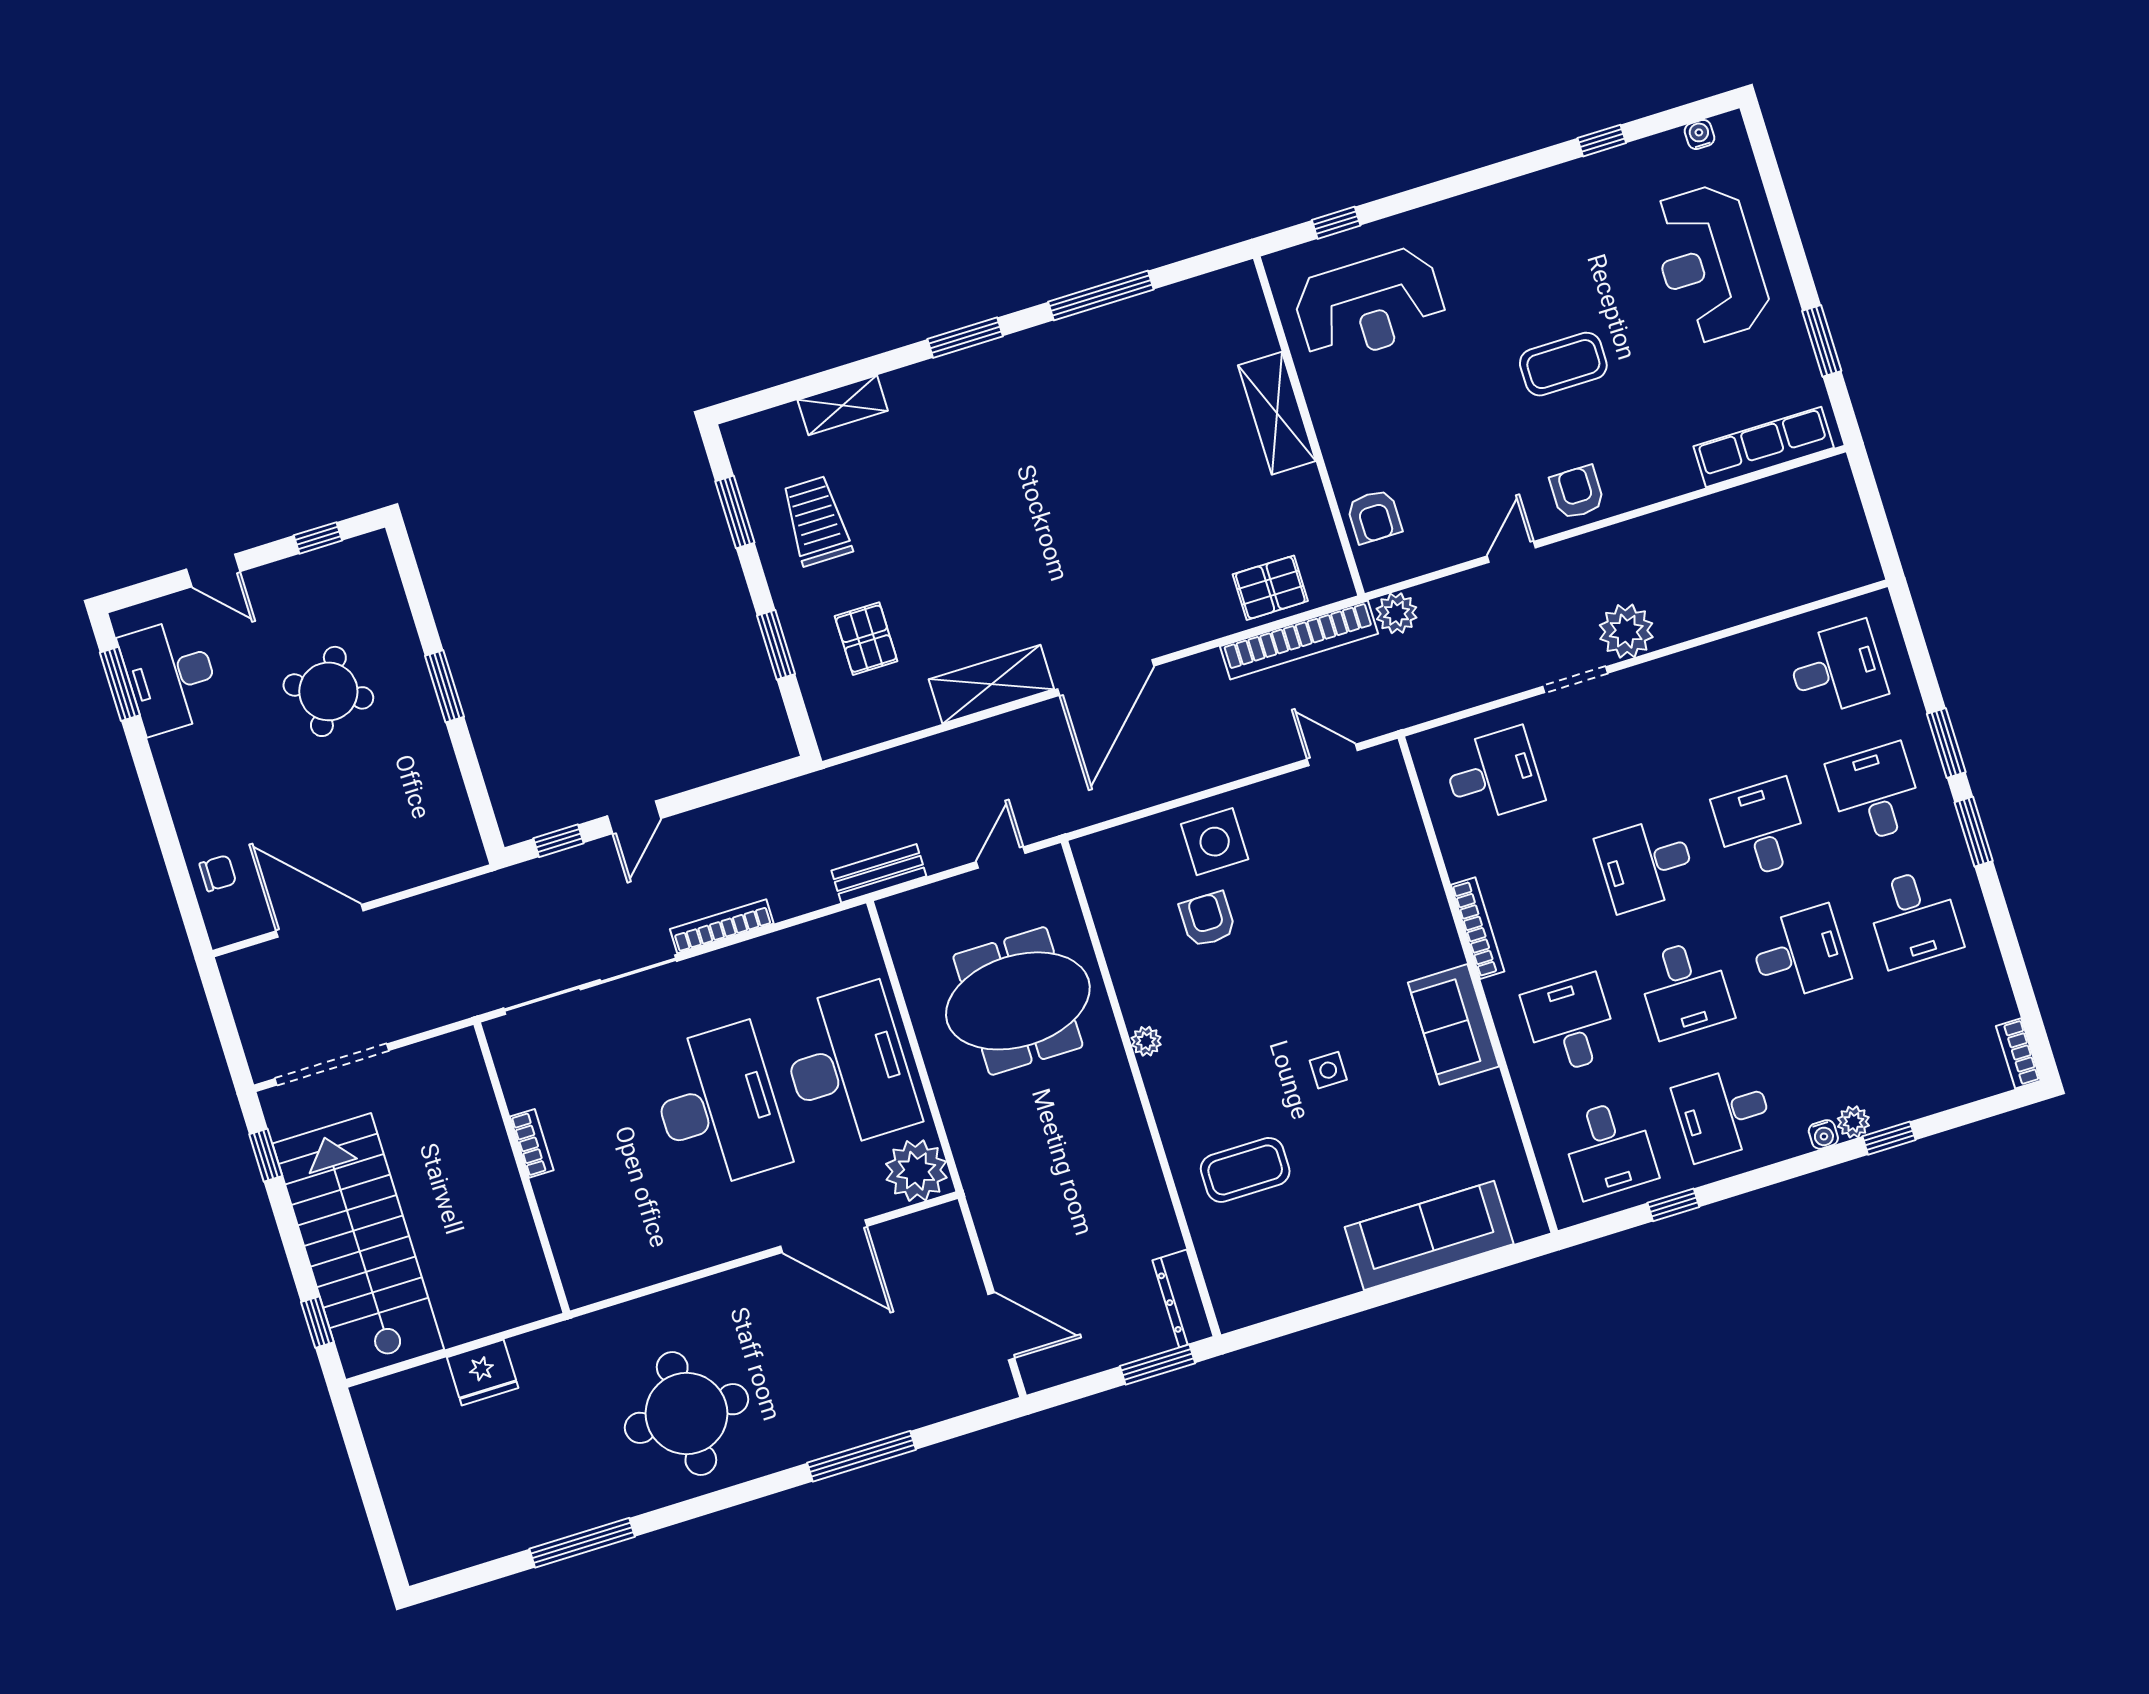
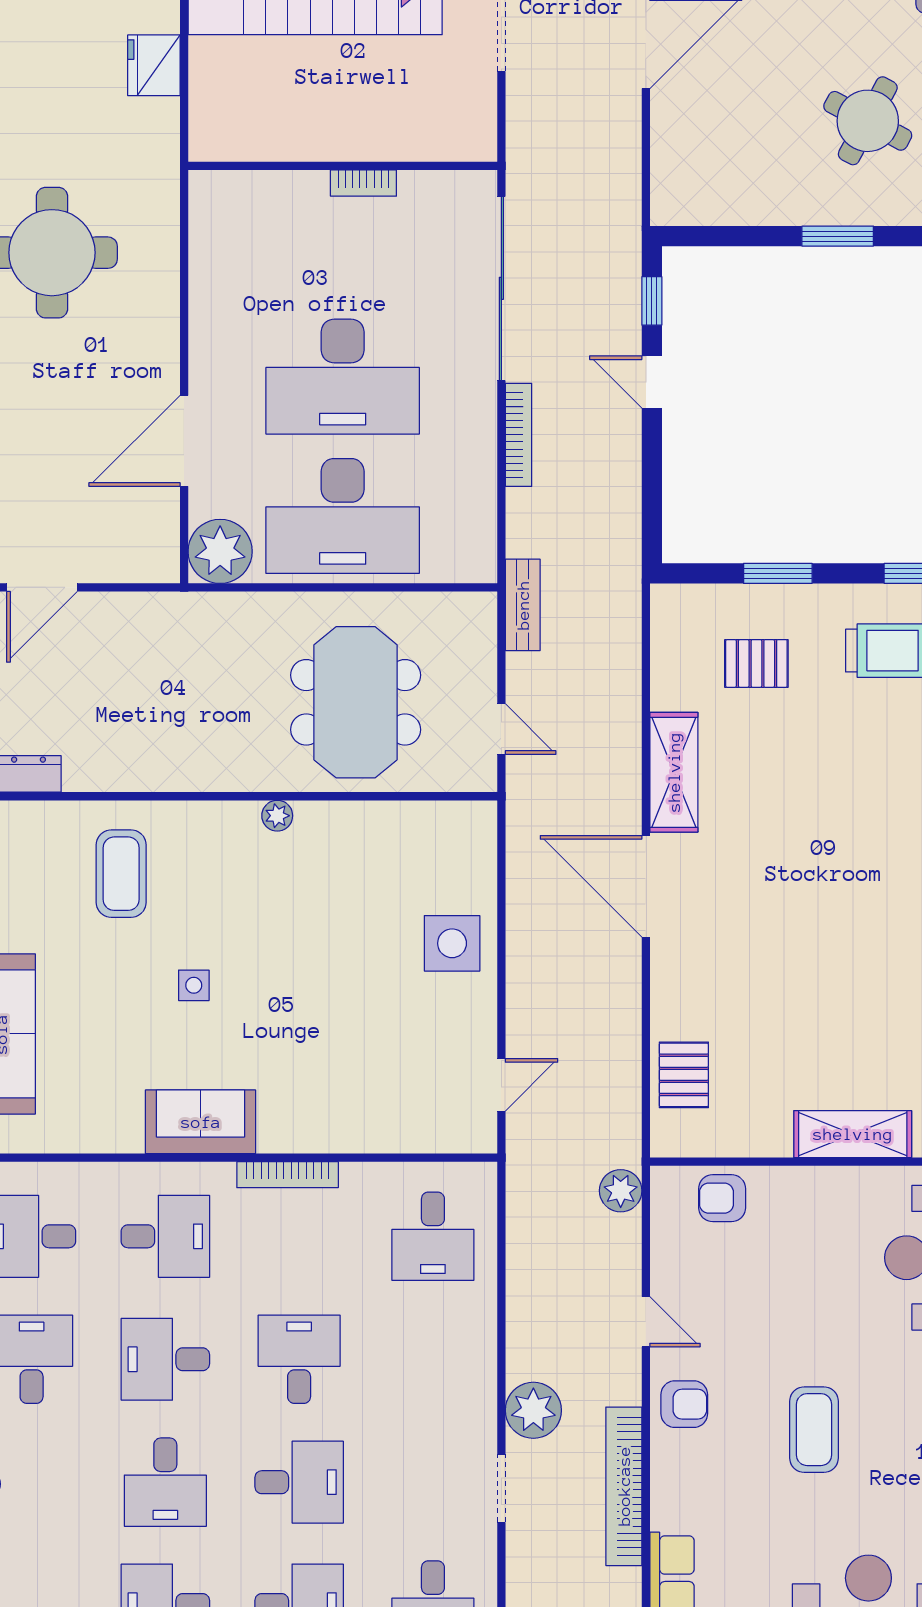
bookcase: (1299, 640) -> (624, 1486), moved
doorway: (1575, 680) -> (501, 1488), moved
armchair: (1207, 919) -> (378, 913), removed

